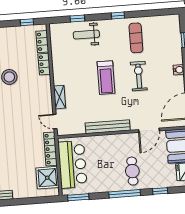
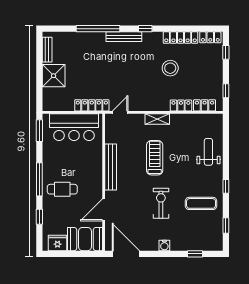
window: (77, 19) -> (226, 225), moved
exercise bike: (139, 76) -> (161, 203), turned -90
treadmill: (106, 78) -> (155, 158), moved, turned 90
shelving: (60, 97) -> (157, 119), moved
door: (149, 130) -> (104, 210), hinge flipped
shower: (47, 178) -> (54, 76), moved

